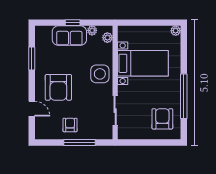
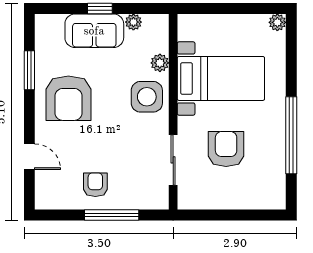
plant: (107, 38) -> (160, 63), moved
armchair: (58, 87) -> (68, 98), moved
armchair: (162, 119) -> (226, 149), moved

